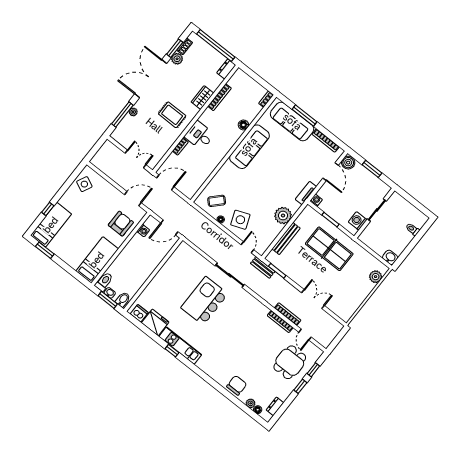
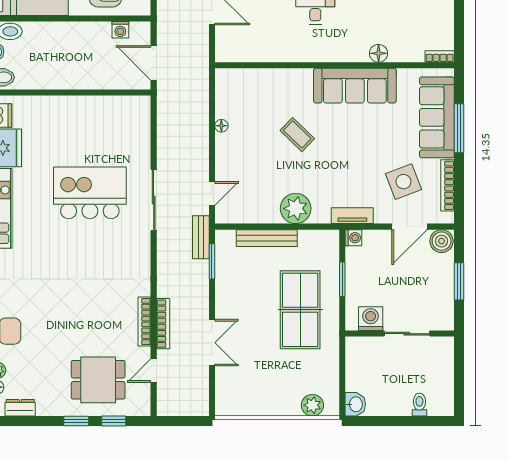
coffee table: (217, 201) -> (297, 135), moved
side table: (240, 220) -> (403, 182), moved

